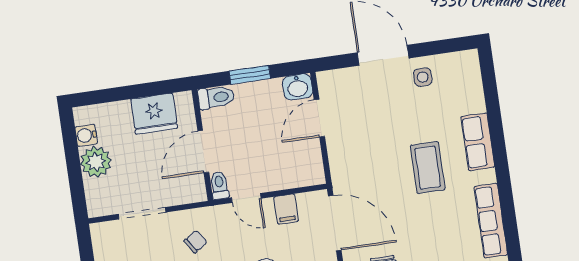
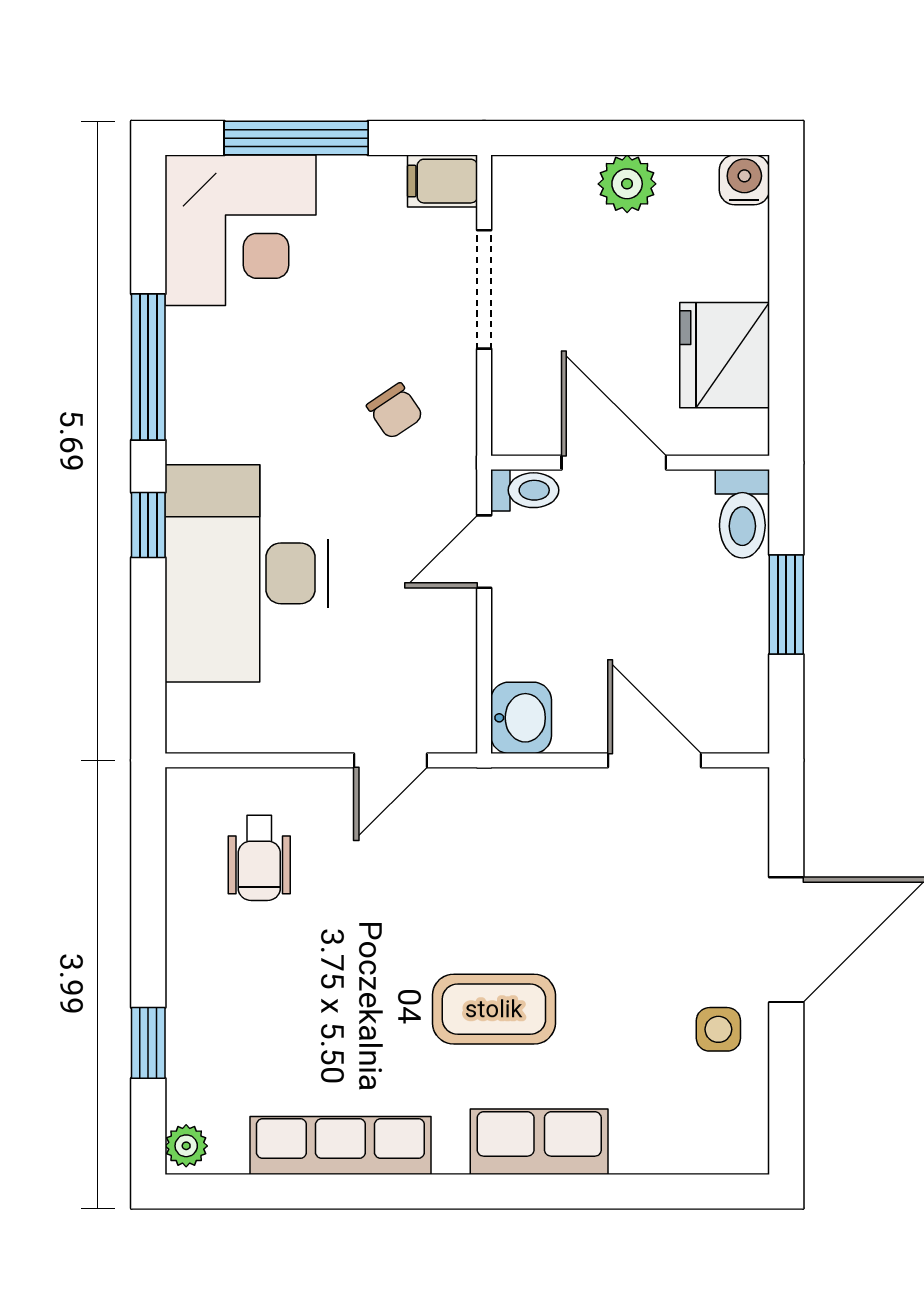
washbasin: (298, 87) -> (521, 718), moved, turned 180
water cooler: (86, 135) -> (744, 180), moved
plant: (96, 162) -> (627, 184), width x0.73, depth x0.73
filing cabinet: (286, 209) -> (442, 181), moved
door: (335, 223) -> (390, 760), width x0.53

